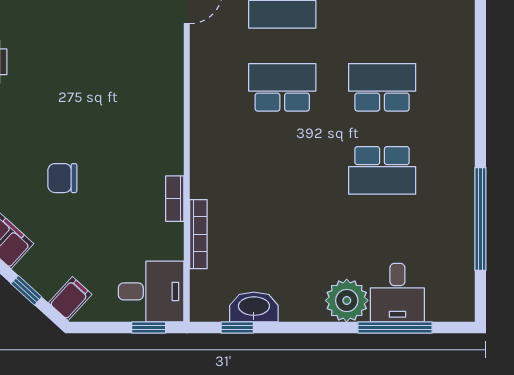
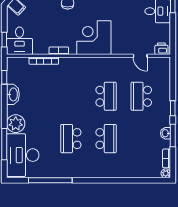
corner desk: (144, 116) -> (94, 38), added
desk: (397, 293) -> (23, 155), width x1.87, depth x1.30
washbasin: (254, 307) -> (13, 94), moved

